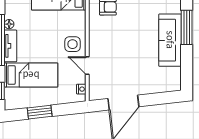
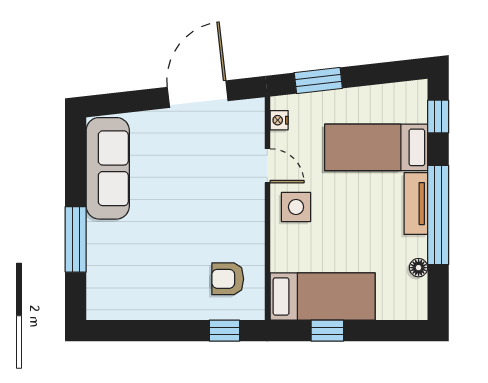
floor lamp: (9, 24) -> (419, 268), moved
sofa: (170, 40) -> (108, 168), moved
window: (40, 112) -> (318, 80), moved

